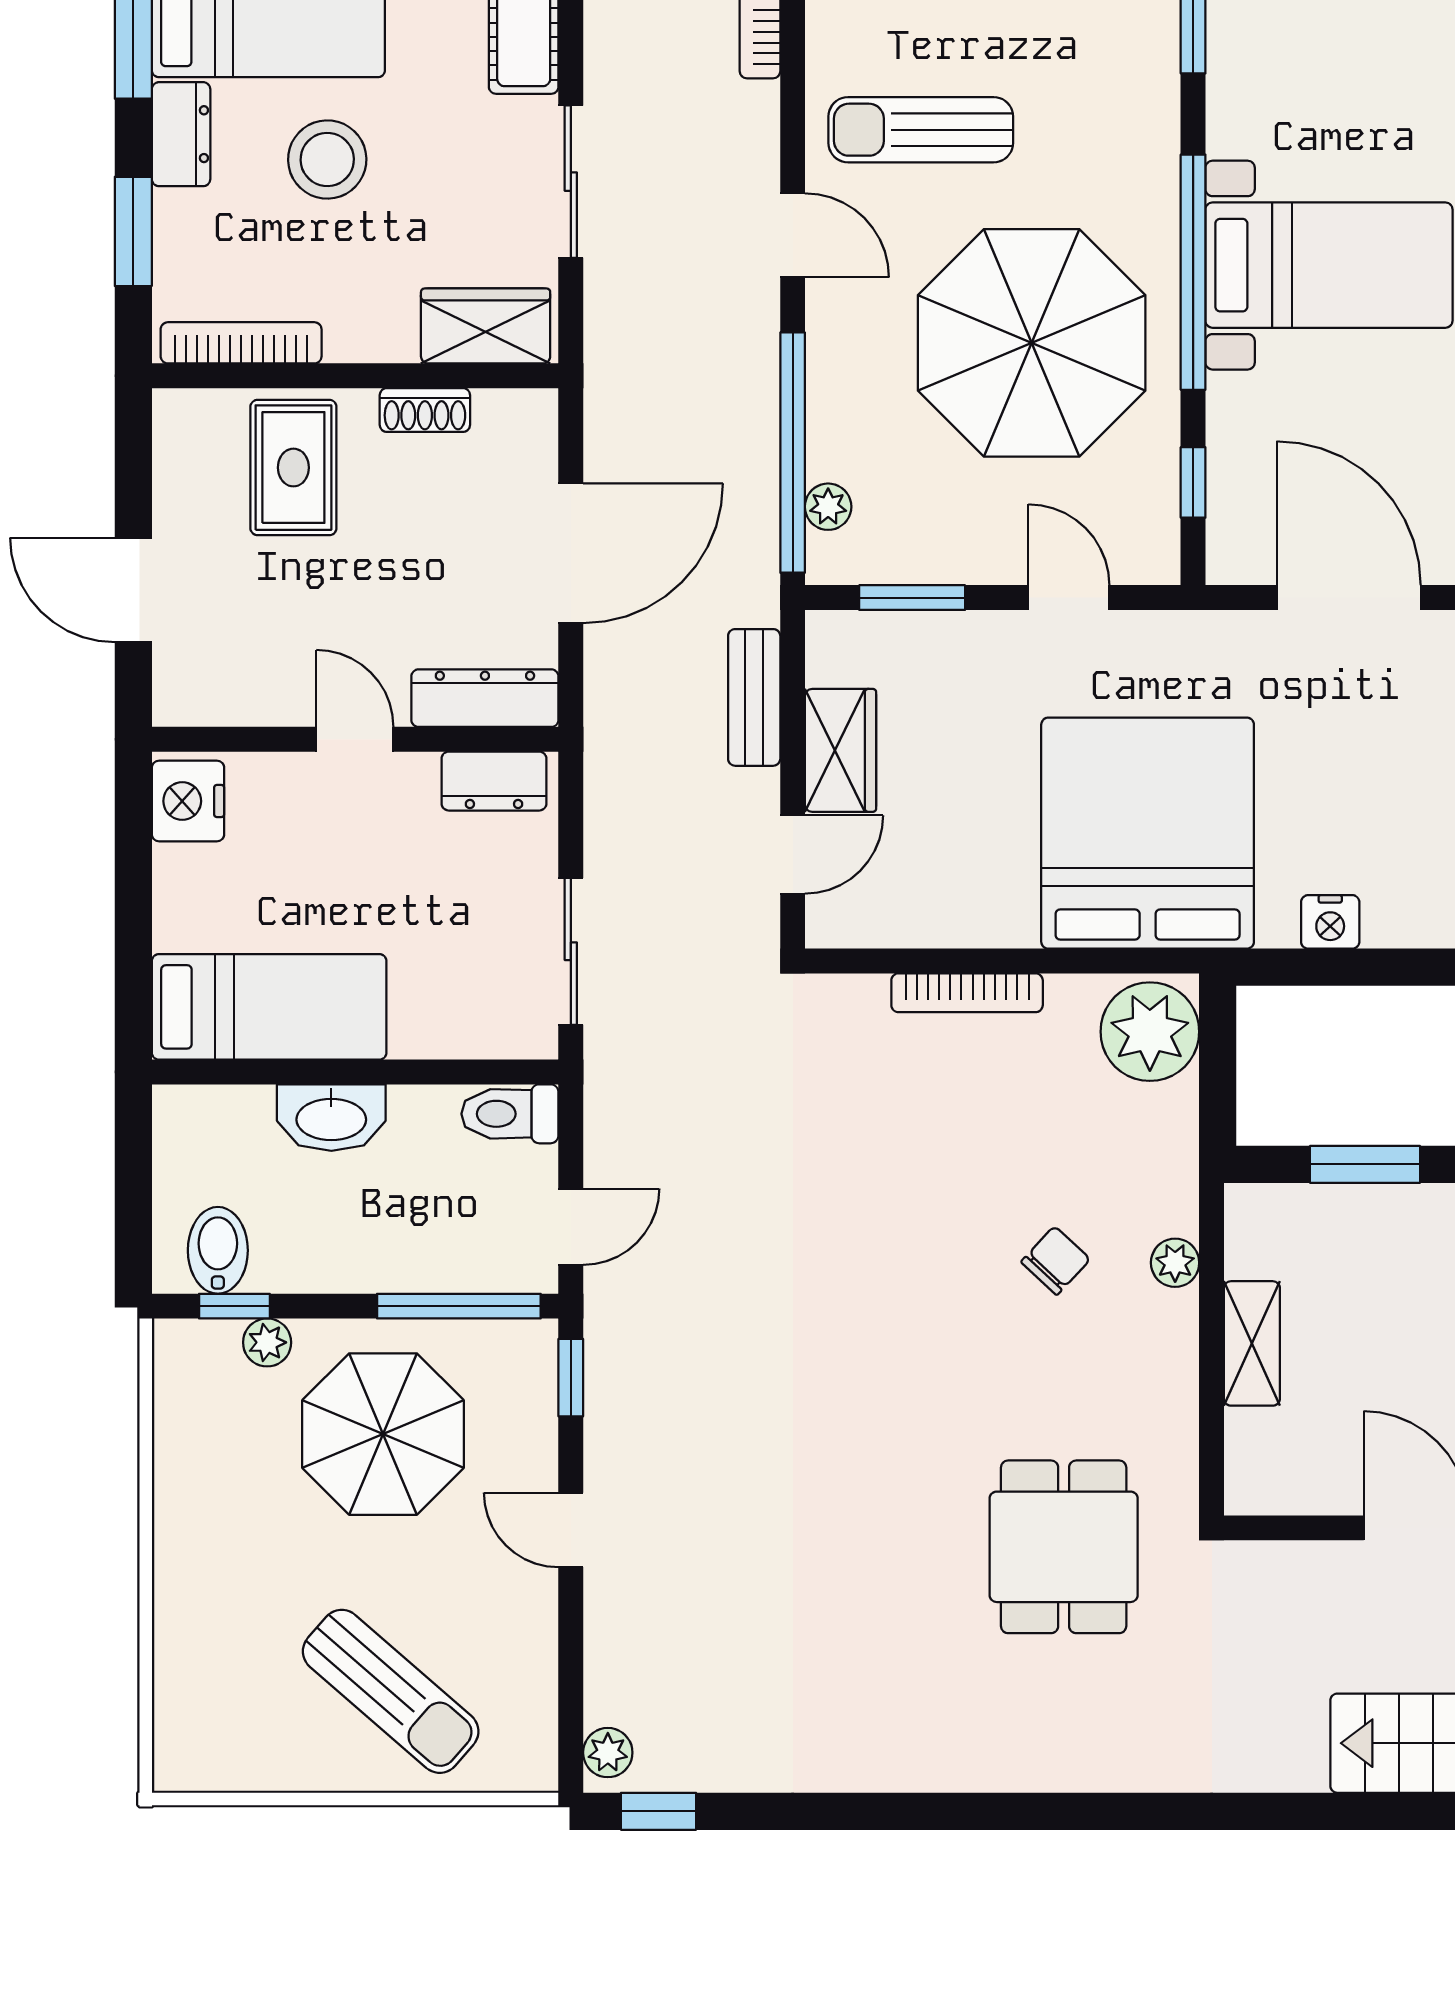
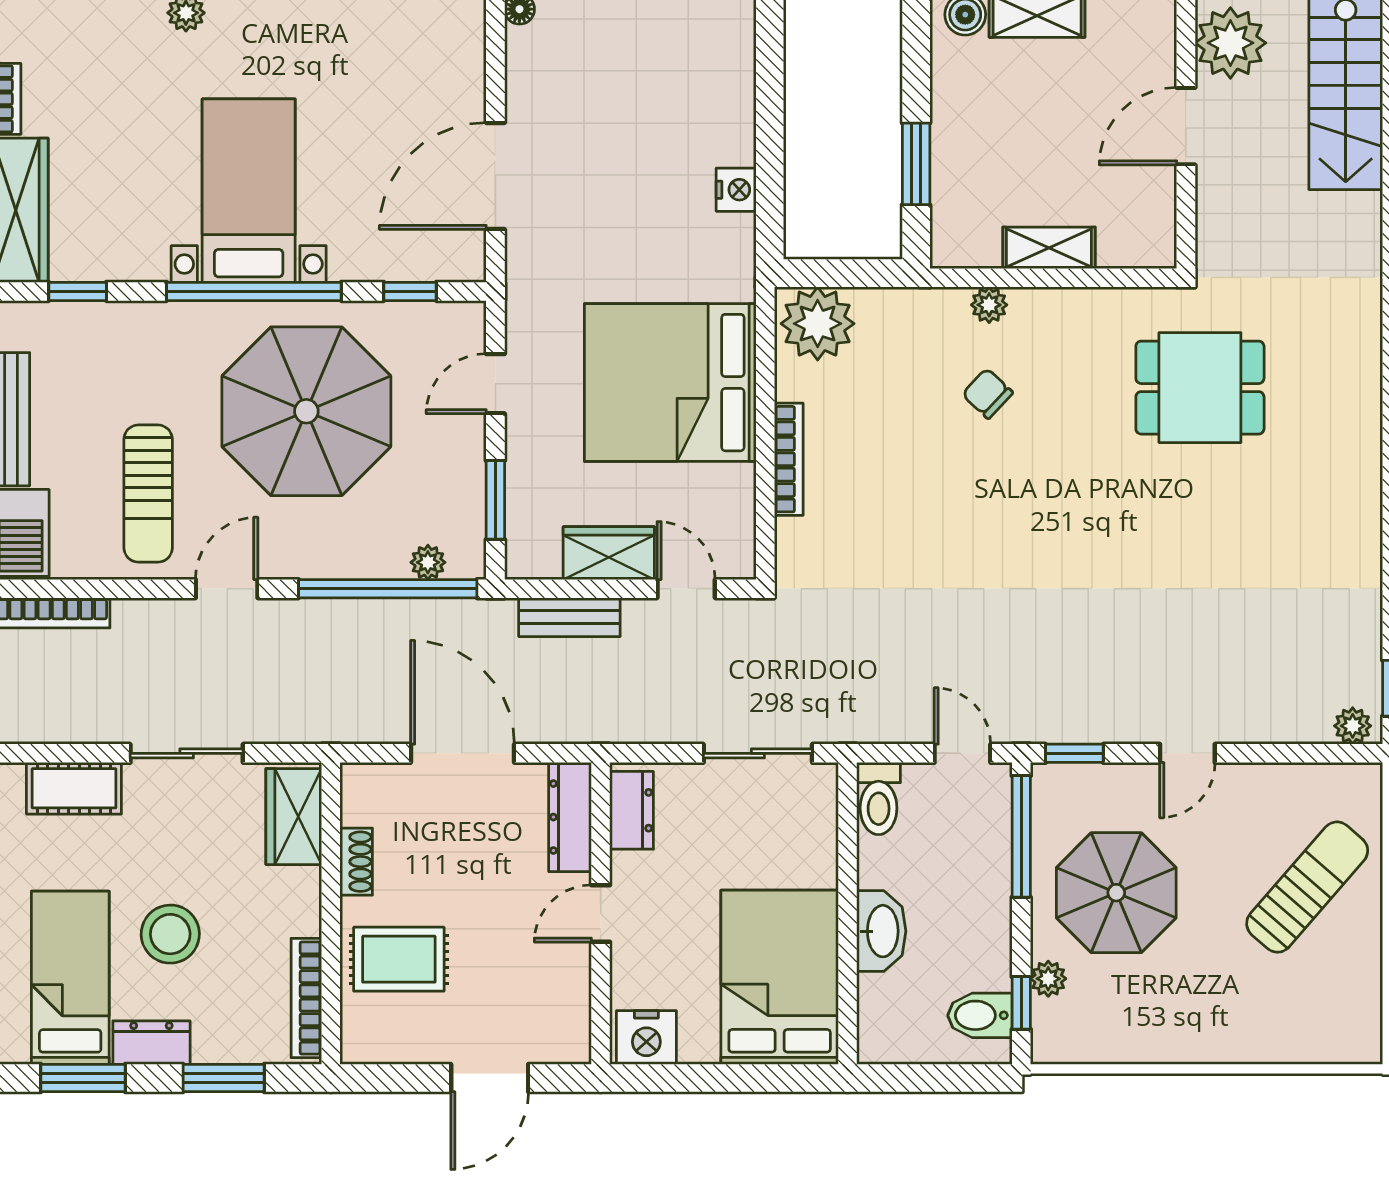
bed: (1148, 833) -> (670, 383), moved
bed: (269, 1007) -> (780, 977), width x1.50

